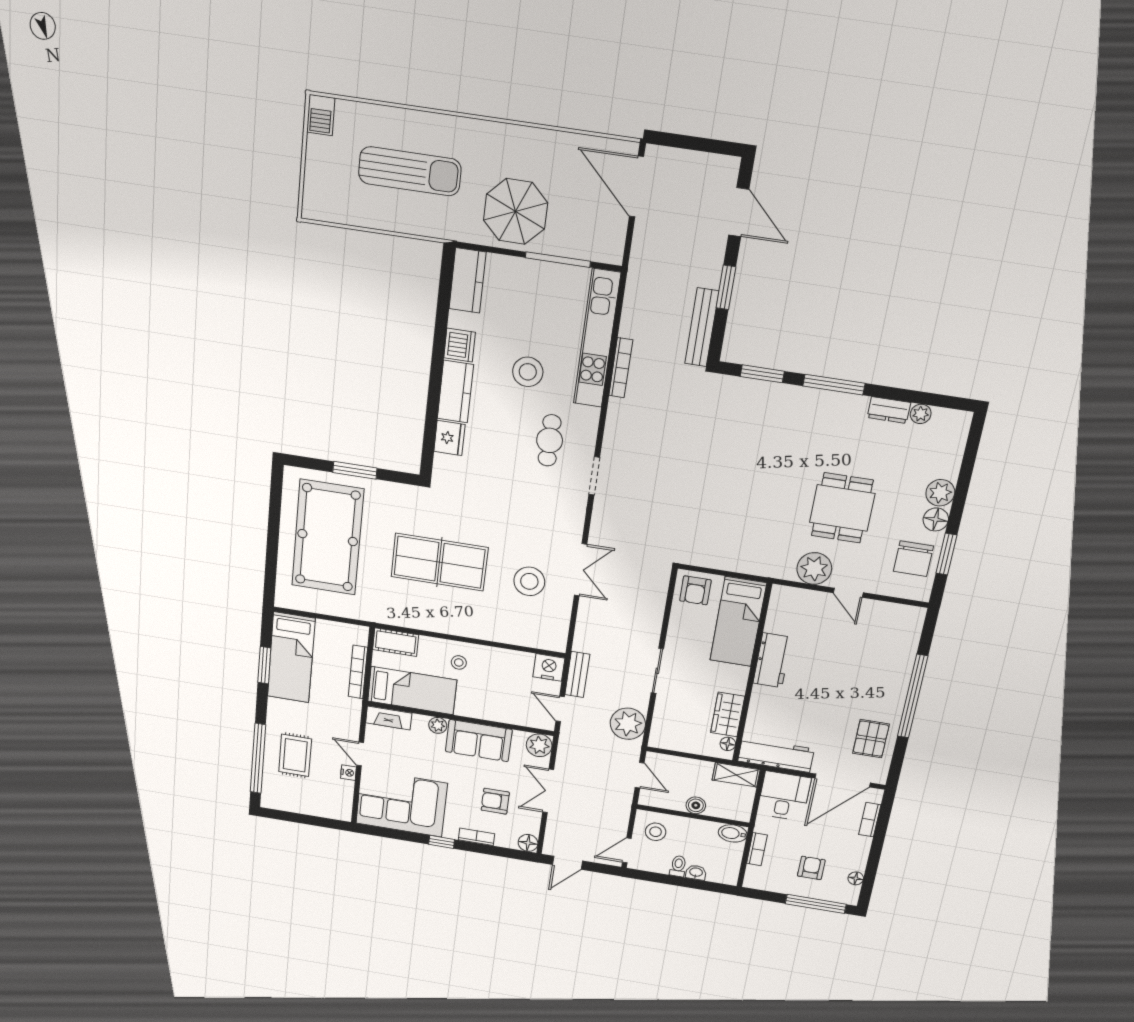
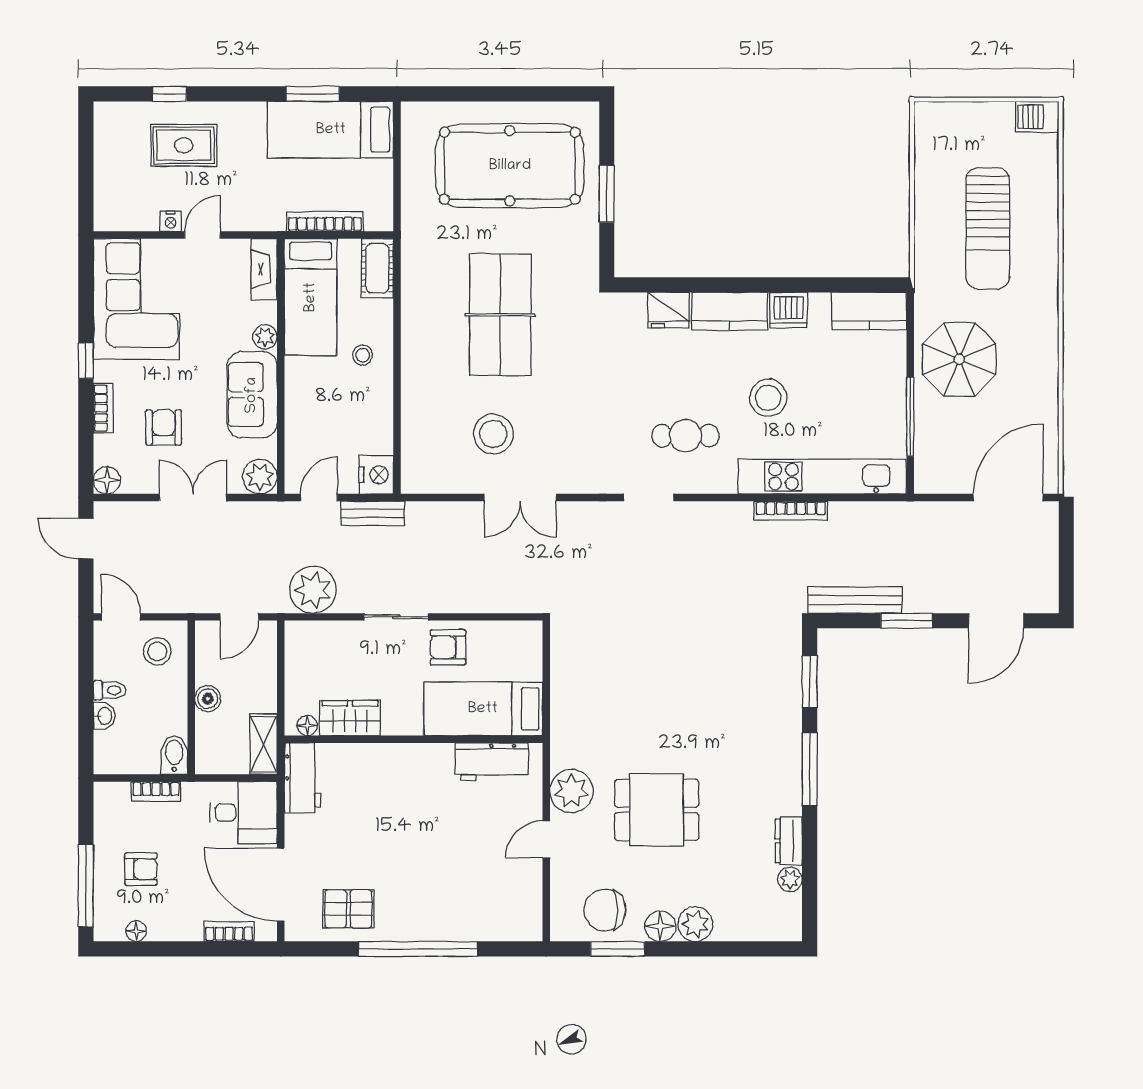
armchair: (695, 590) -> (448, 647), moved
workbench: (772, 660) -> (492, 762), moved
workbench: (776, 755) -> (302, 778), width x0.73
window: (258, 758) -> (170, 94), width x0.32

